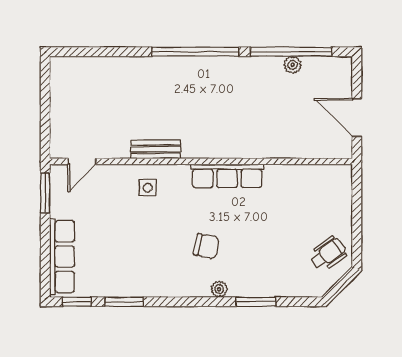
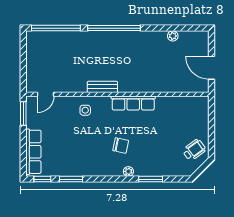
window: (291, 52) -> (56, 28), moved
bench: (156, 149) -> (102, 87), moved

